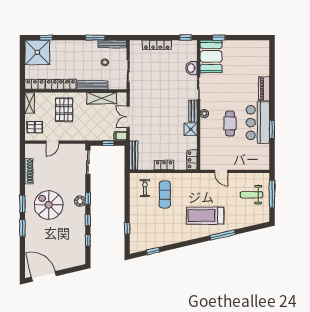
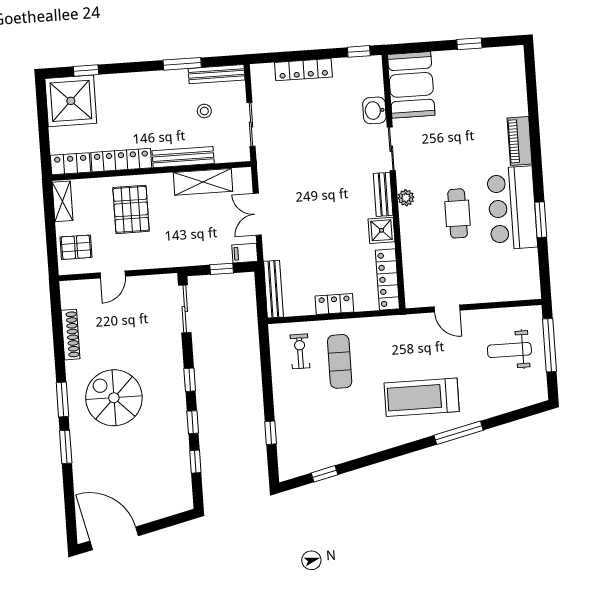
window: (219, 38) -> (469, 44), moved
locker: (192, 160) -> (387, 280), width x1.53
plant: (80, 201) -> (175, 386), removed

